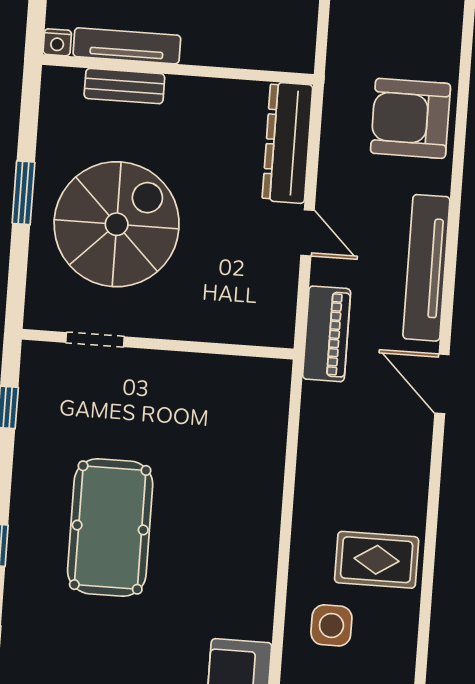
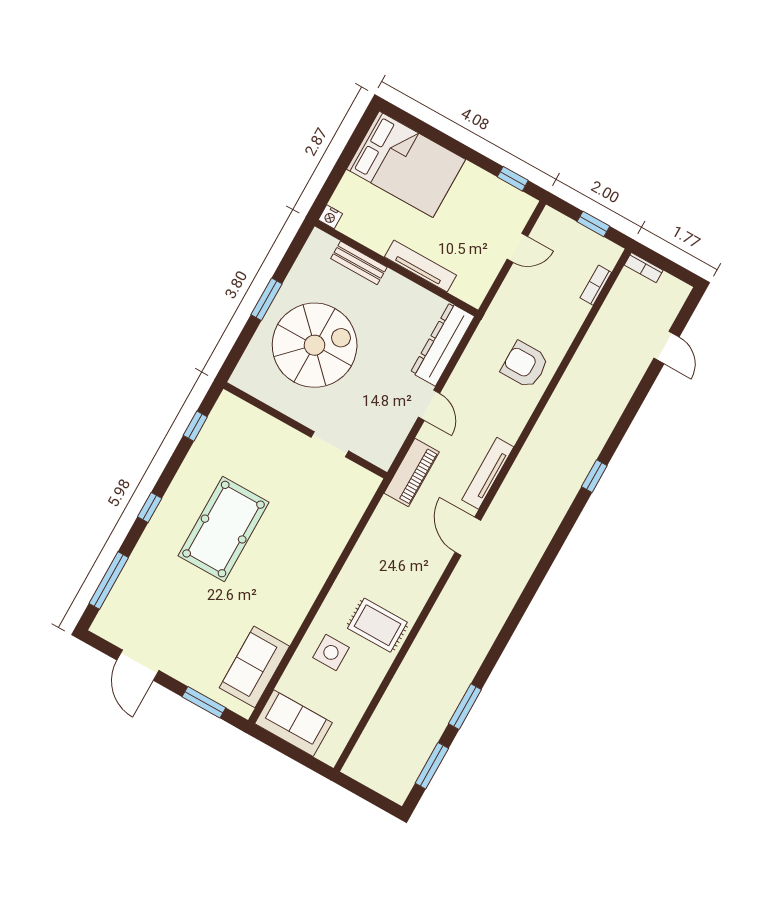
tv unit: (127, 46) -> (420, 266), moved
armchair: (411, 118) -> (525, 365), width x0.73, depth x0.73
tv unit: (426, 268) -> (488, 473), width x0.73, depth x0.78
doorway: (95, 340) -> (330, 444), moved

